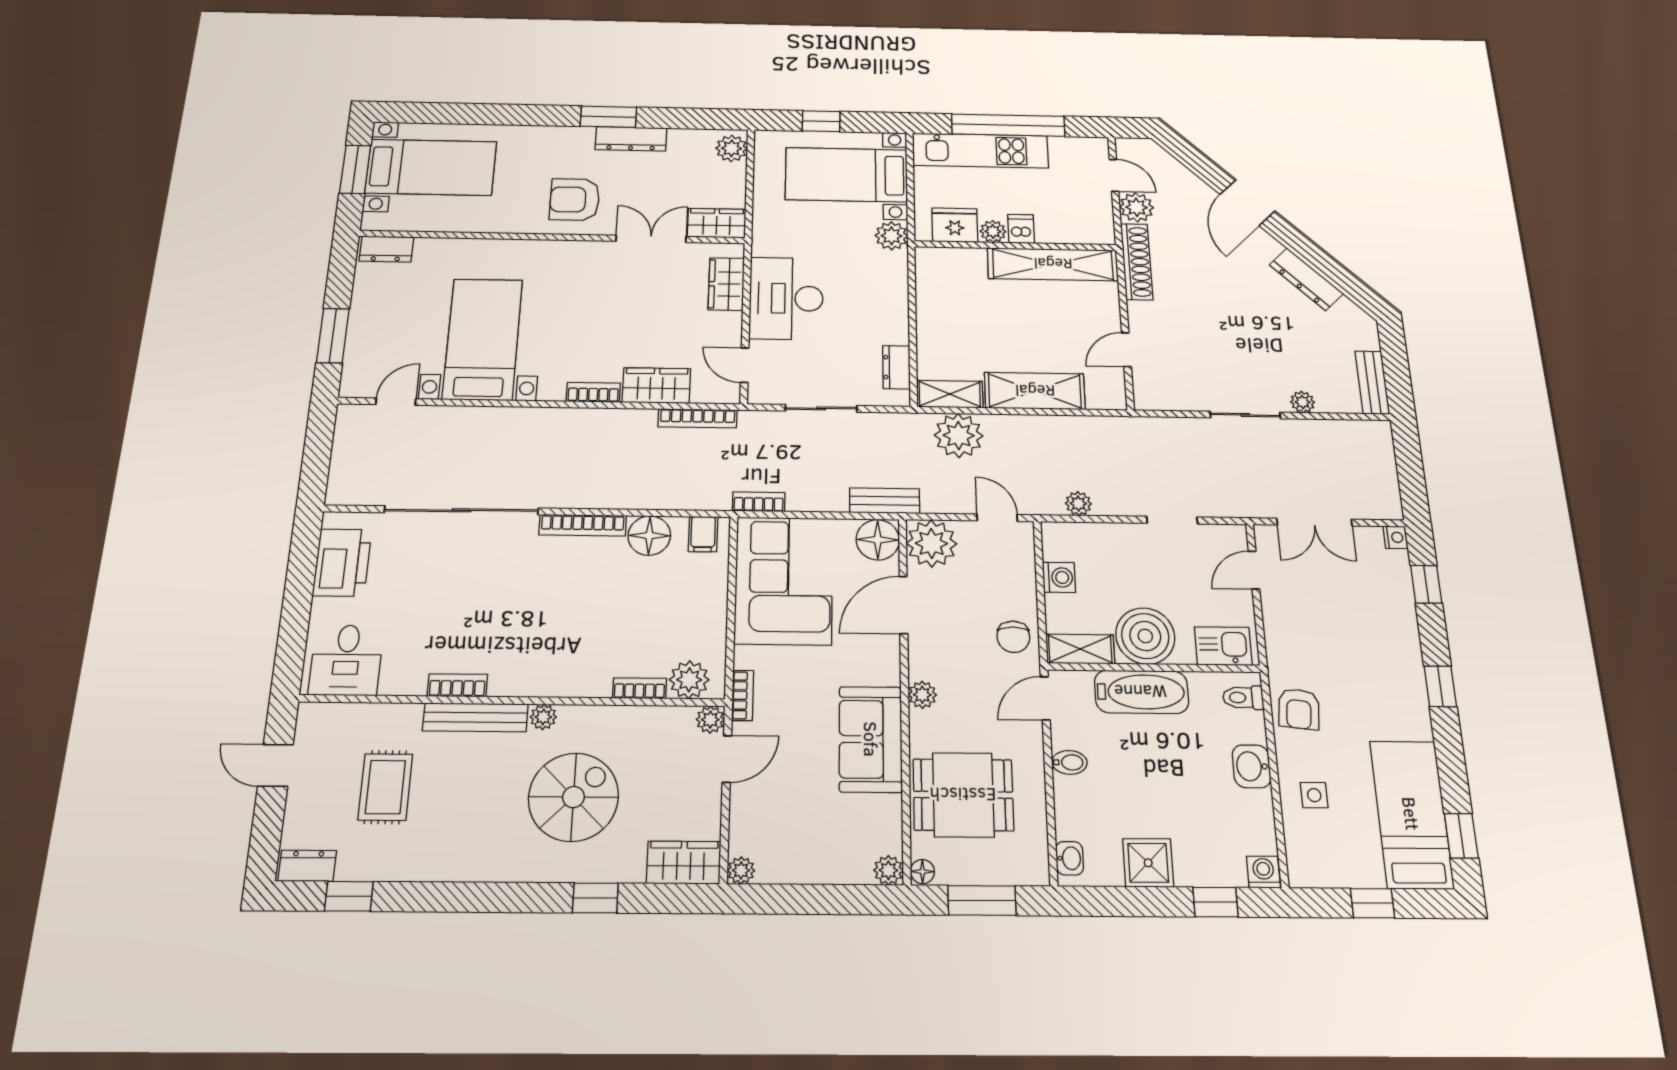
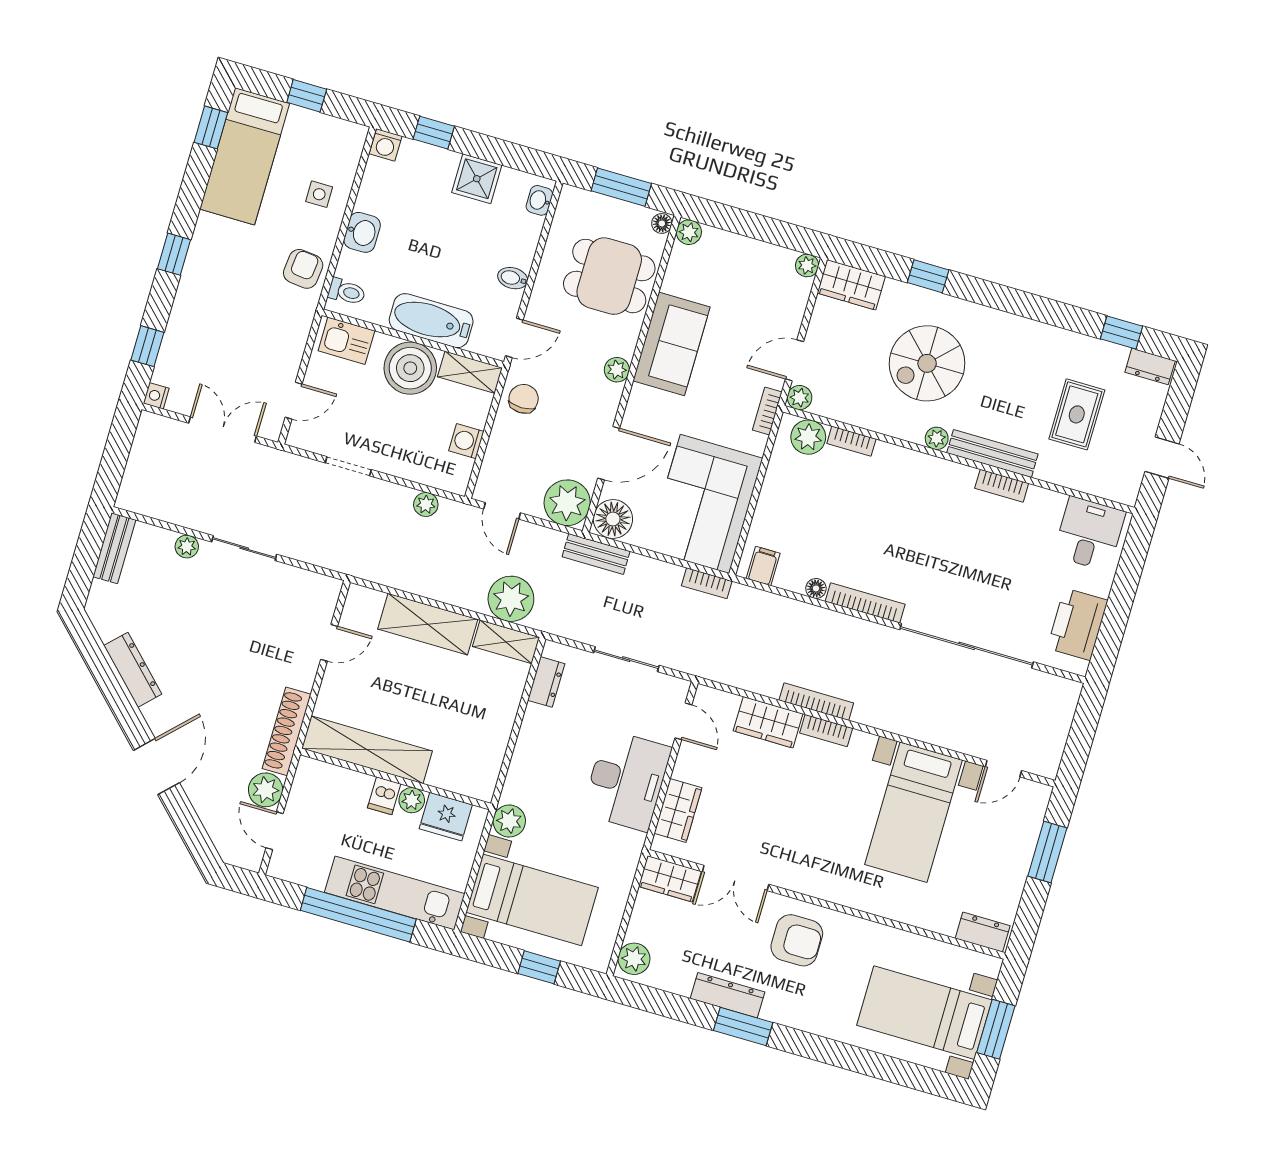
bookcase: (698, 418) -> (816, 702), moved
floor lamp: (649, 536) -> (816, 588), width x0.53, depth x0.53

